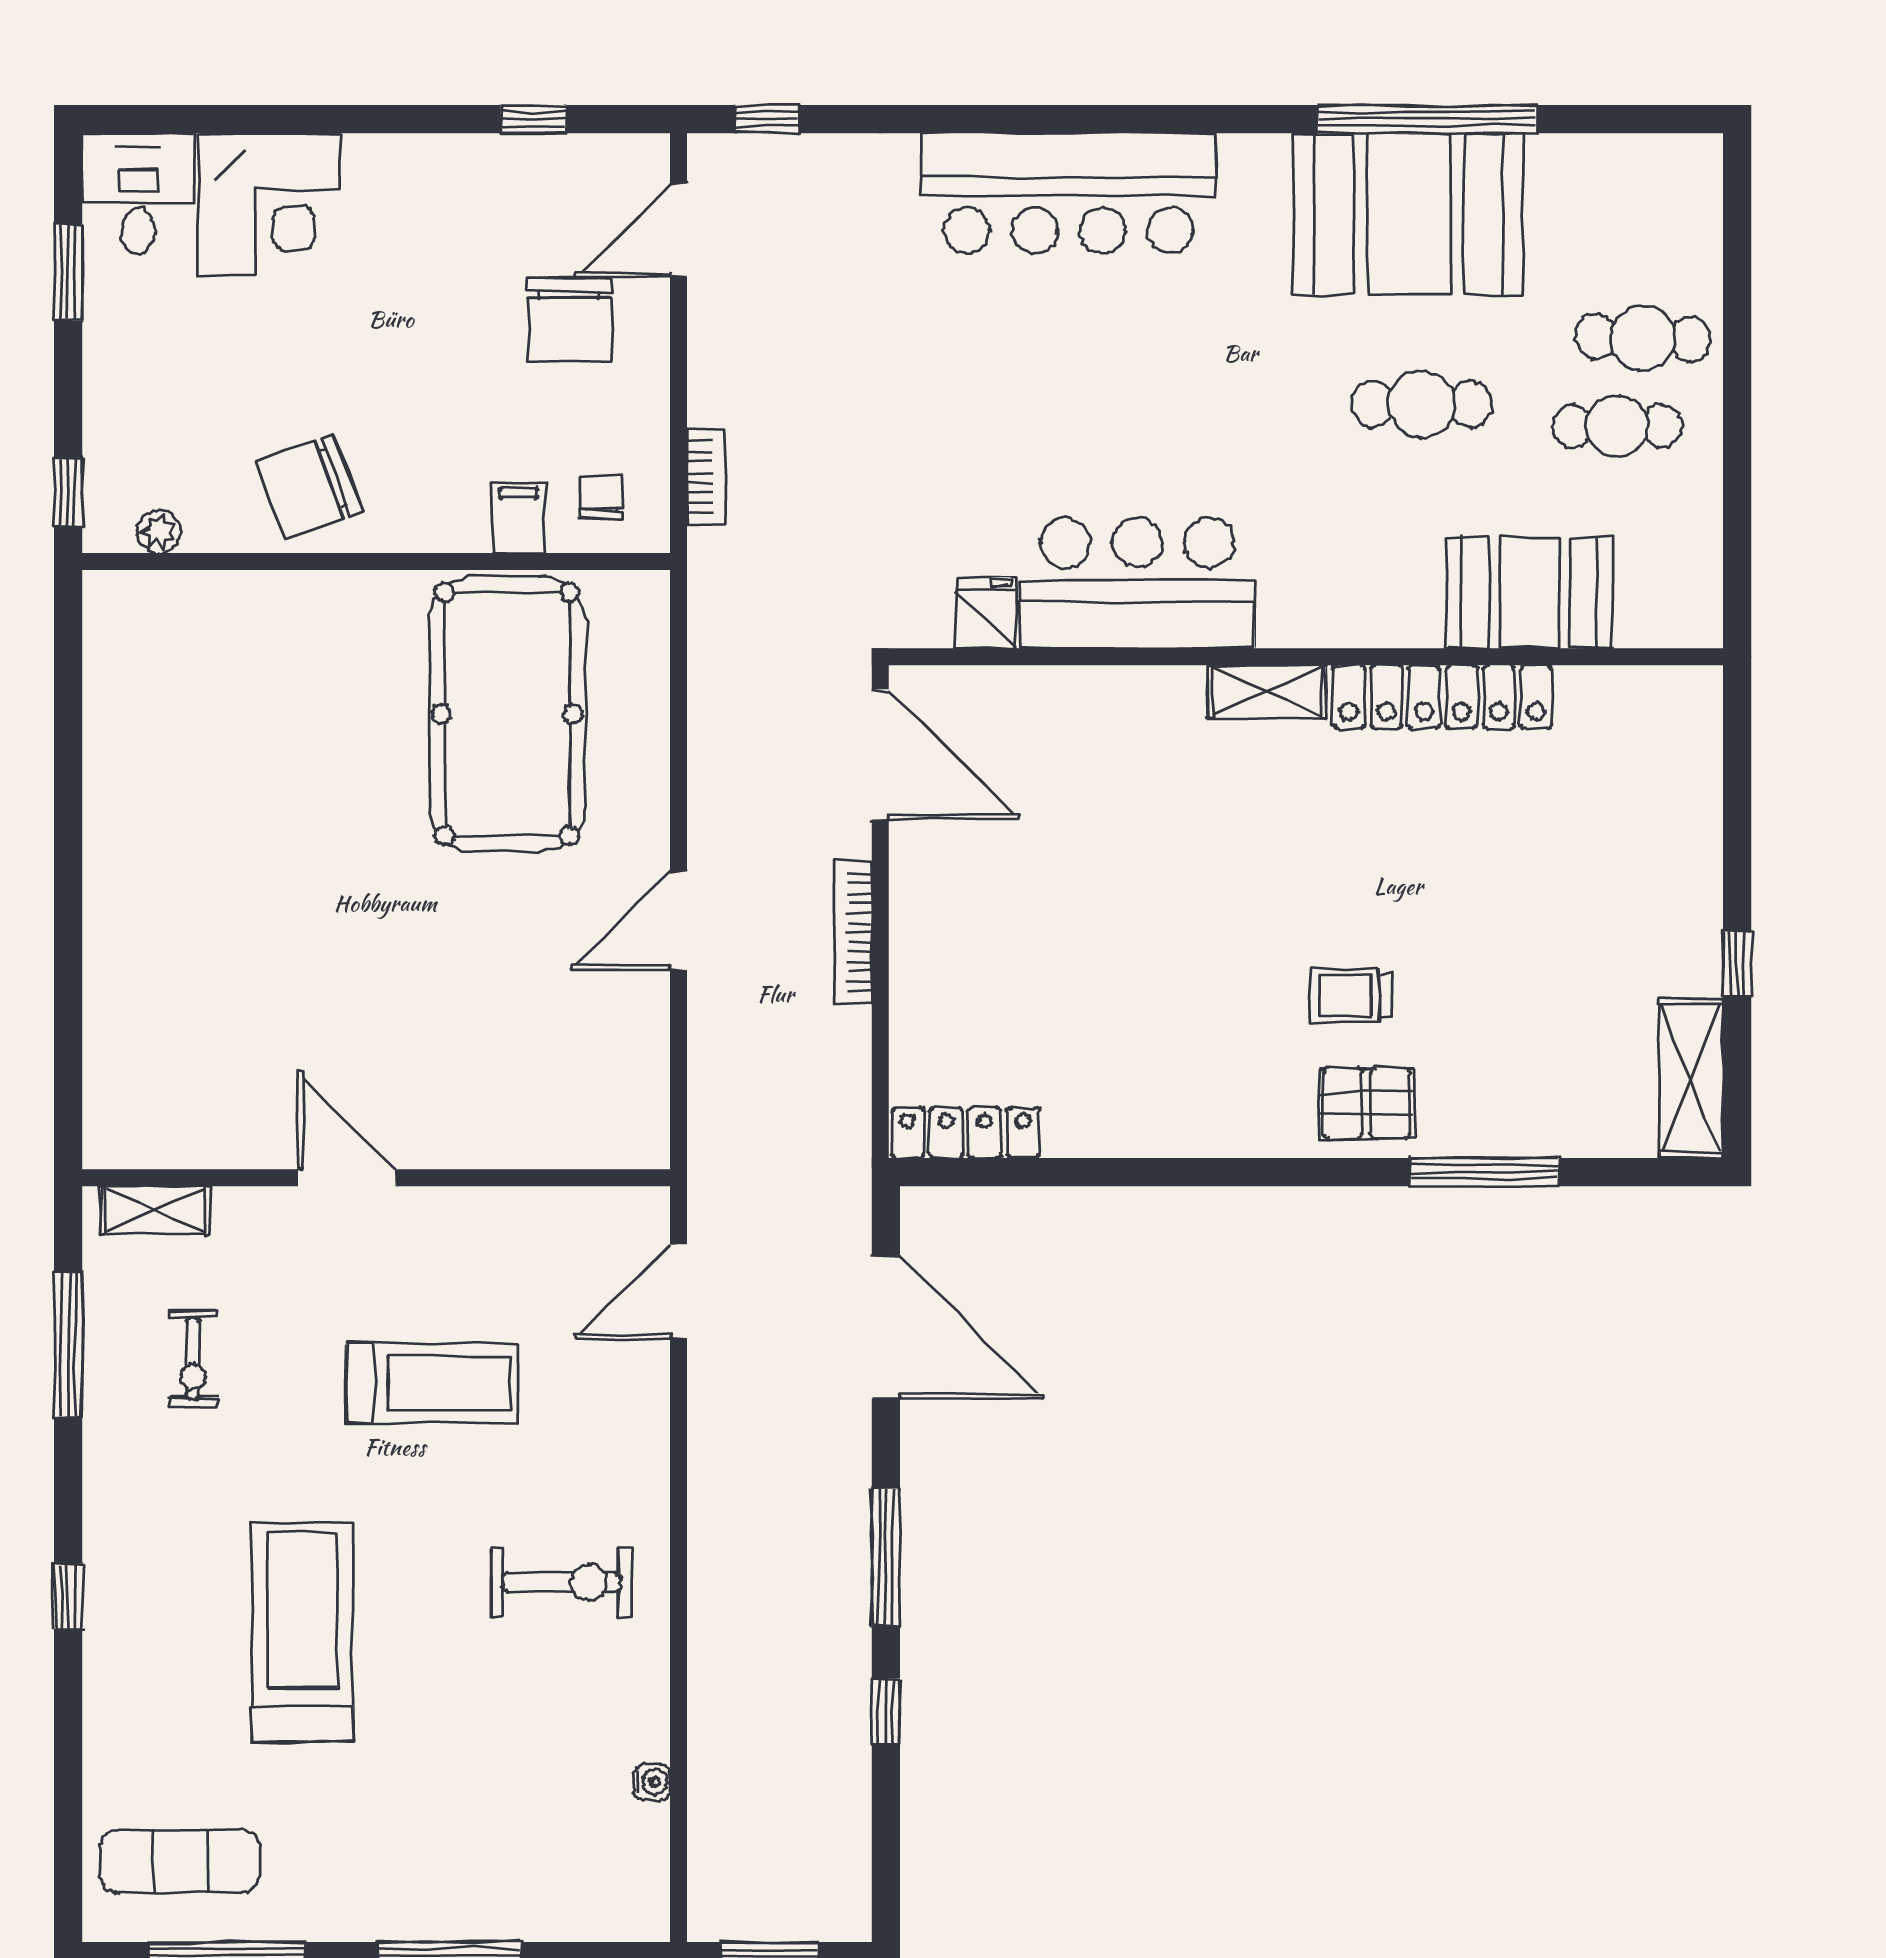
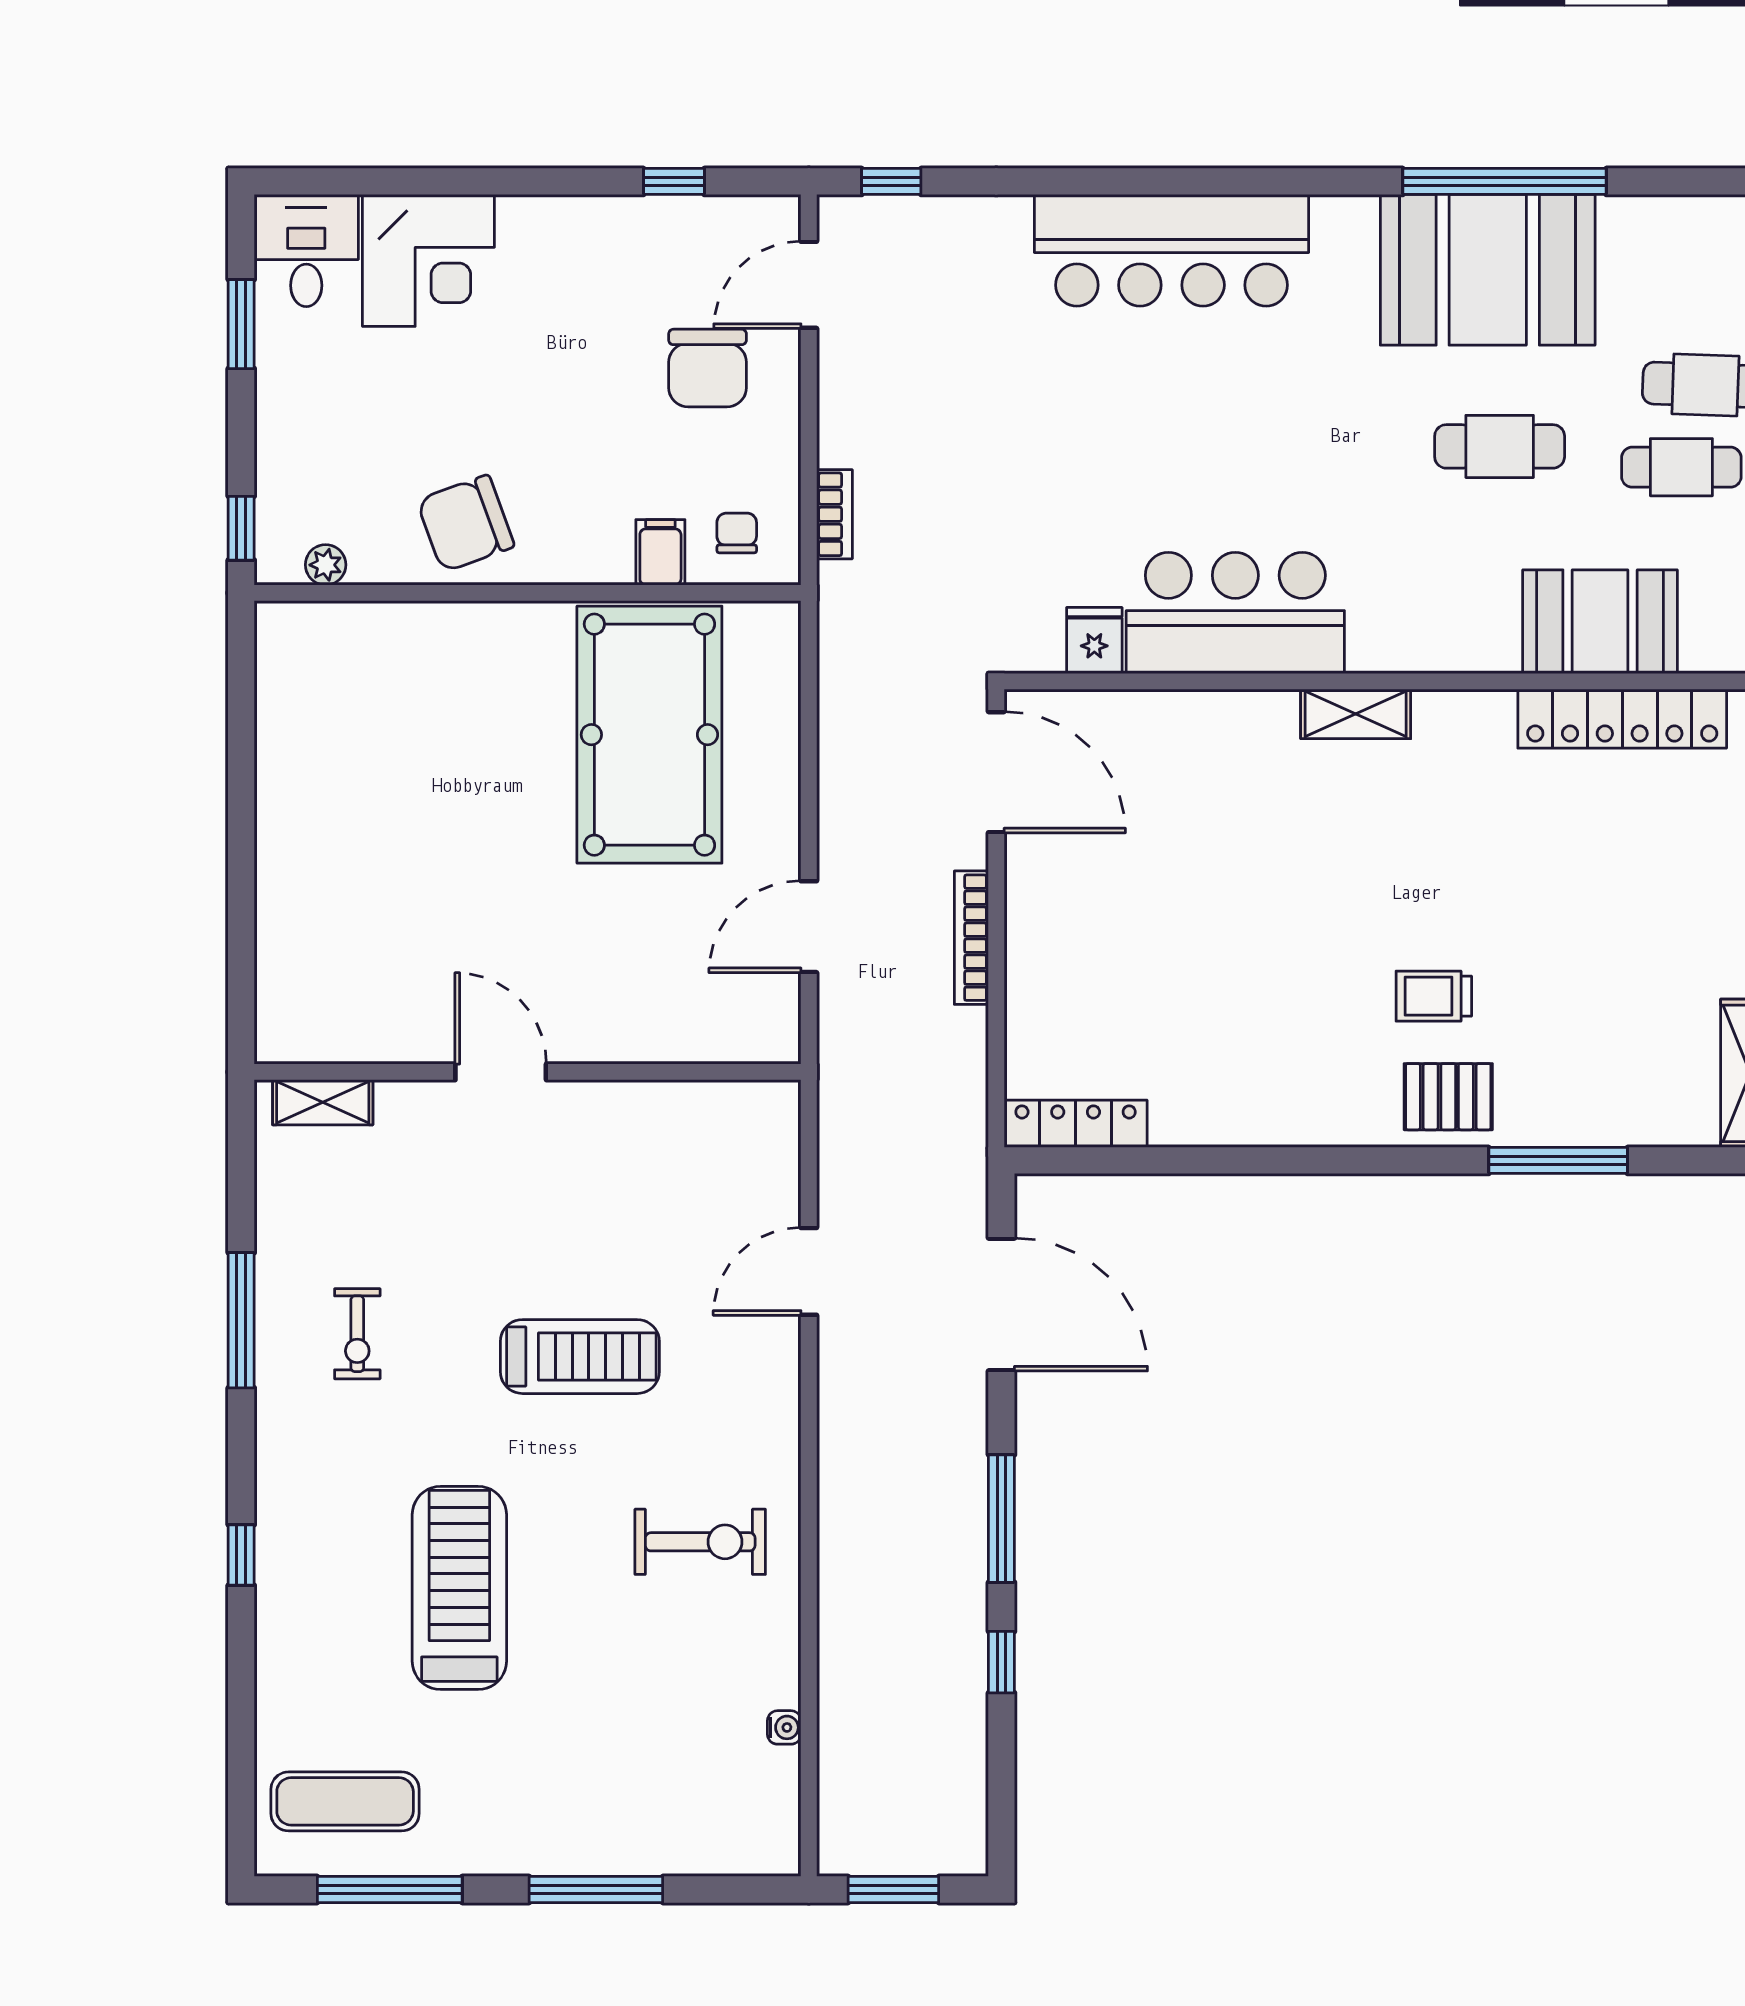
locker: (1443, 697) -> (1622, 719), moved
door: (347, 1178) -> (501, 1072), moved
wall: (376, 1178) -> (528, 1072), moved
shelving: (156, 1210) -> (323, 1102), moved

